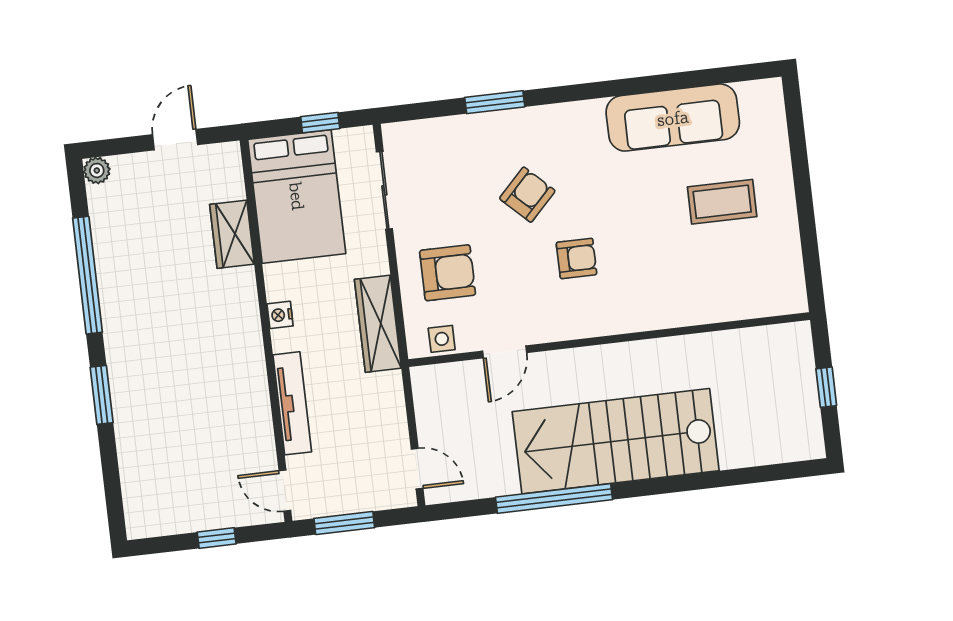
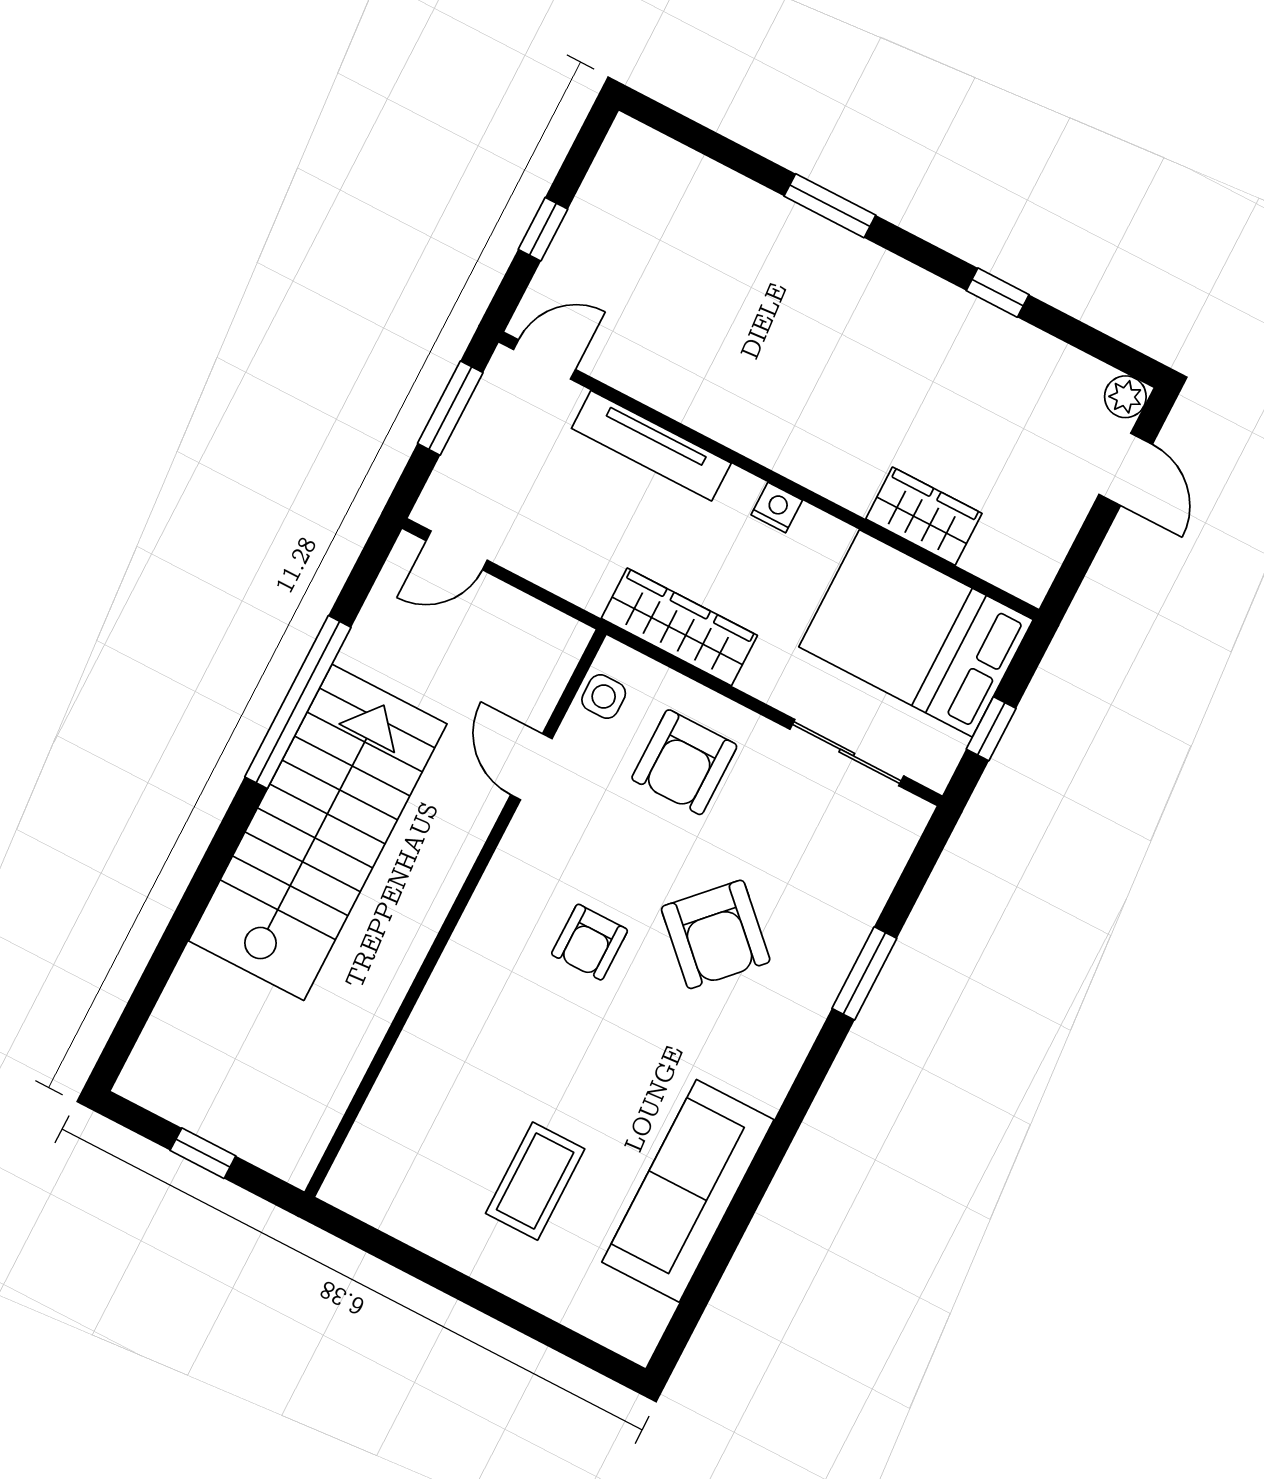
door: (175, 140) -> (1126, 469), moved
armchair: (527, 195) -> (716, 934), width x1.38, depth x1.38
window: (88, 275) -> (998, 293), width x0.32

